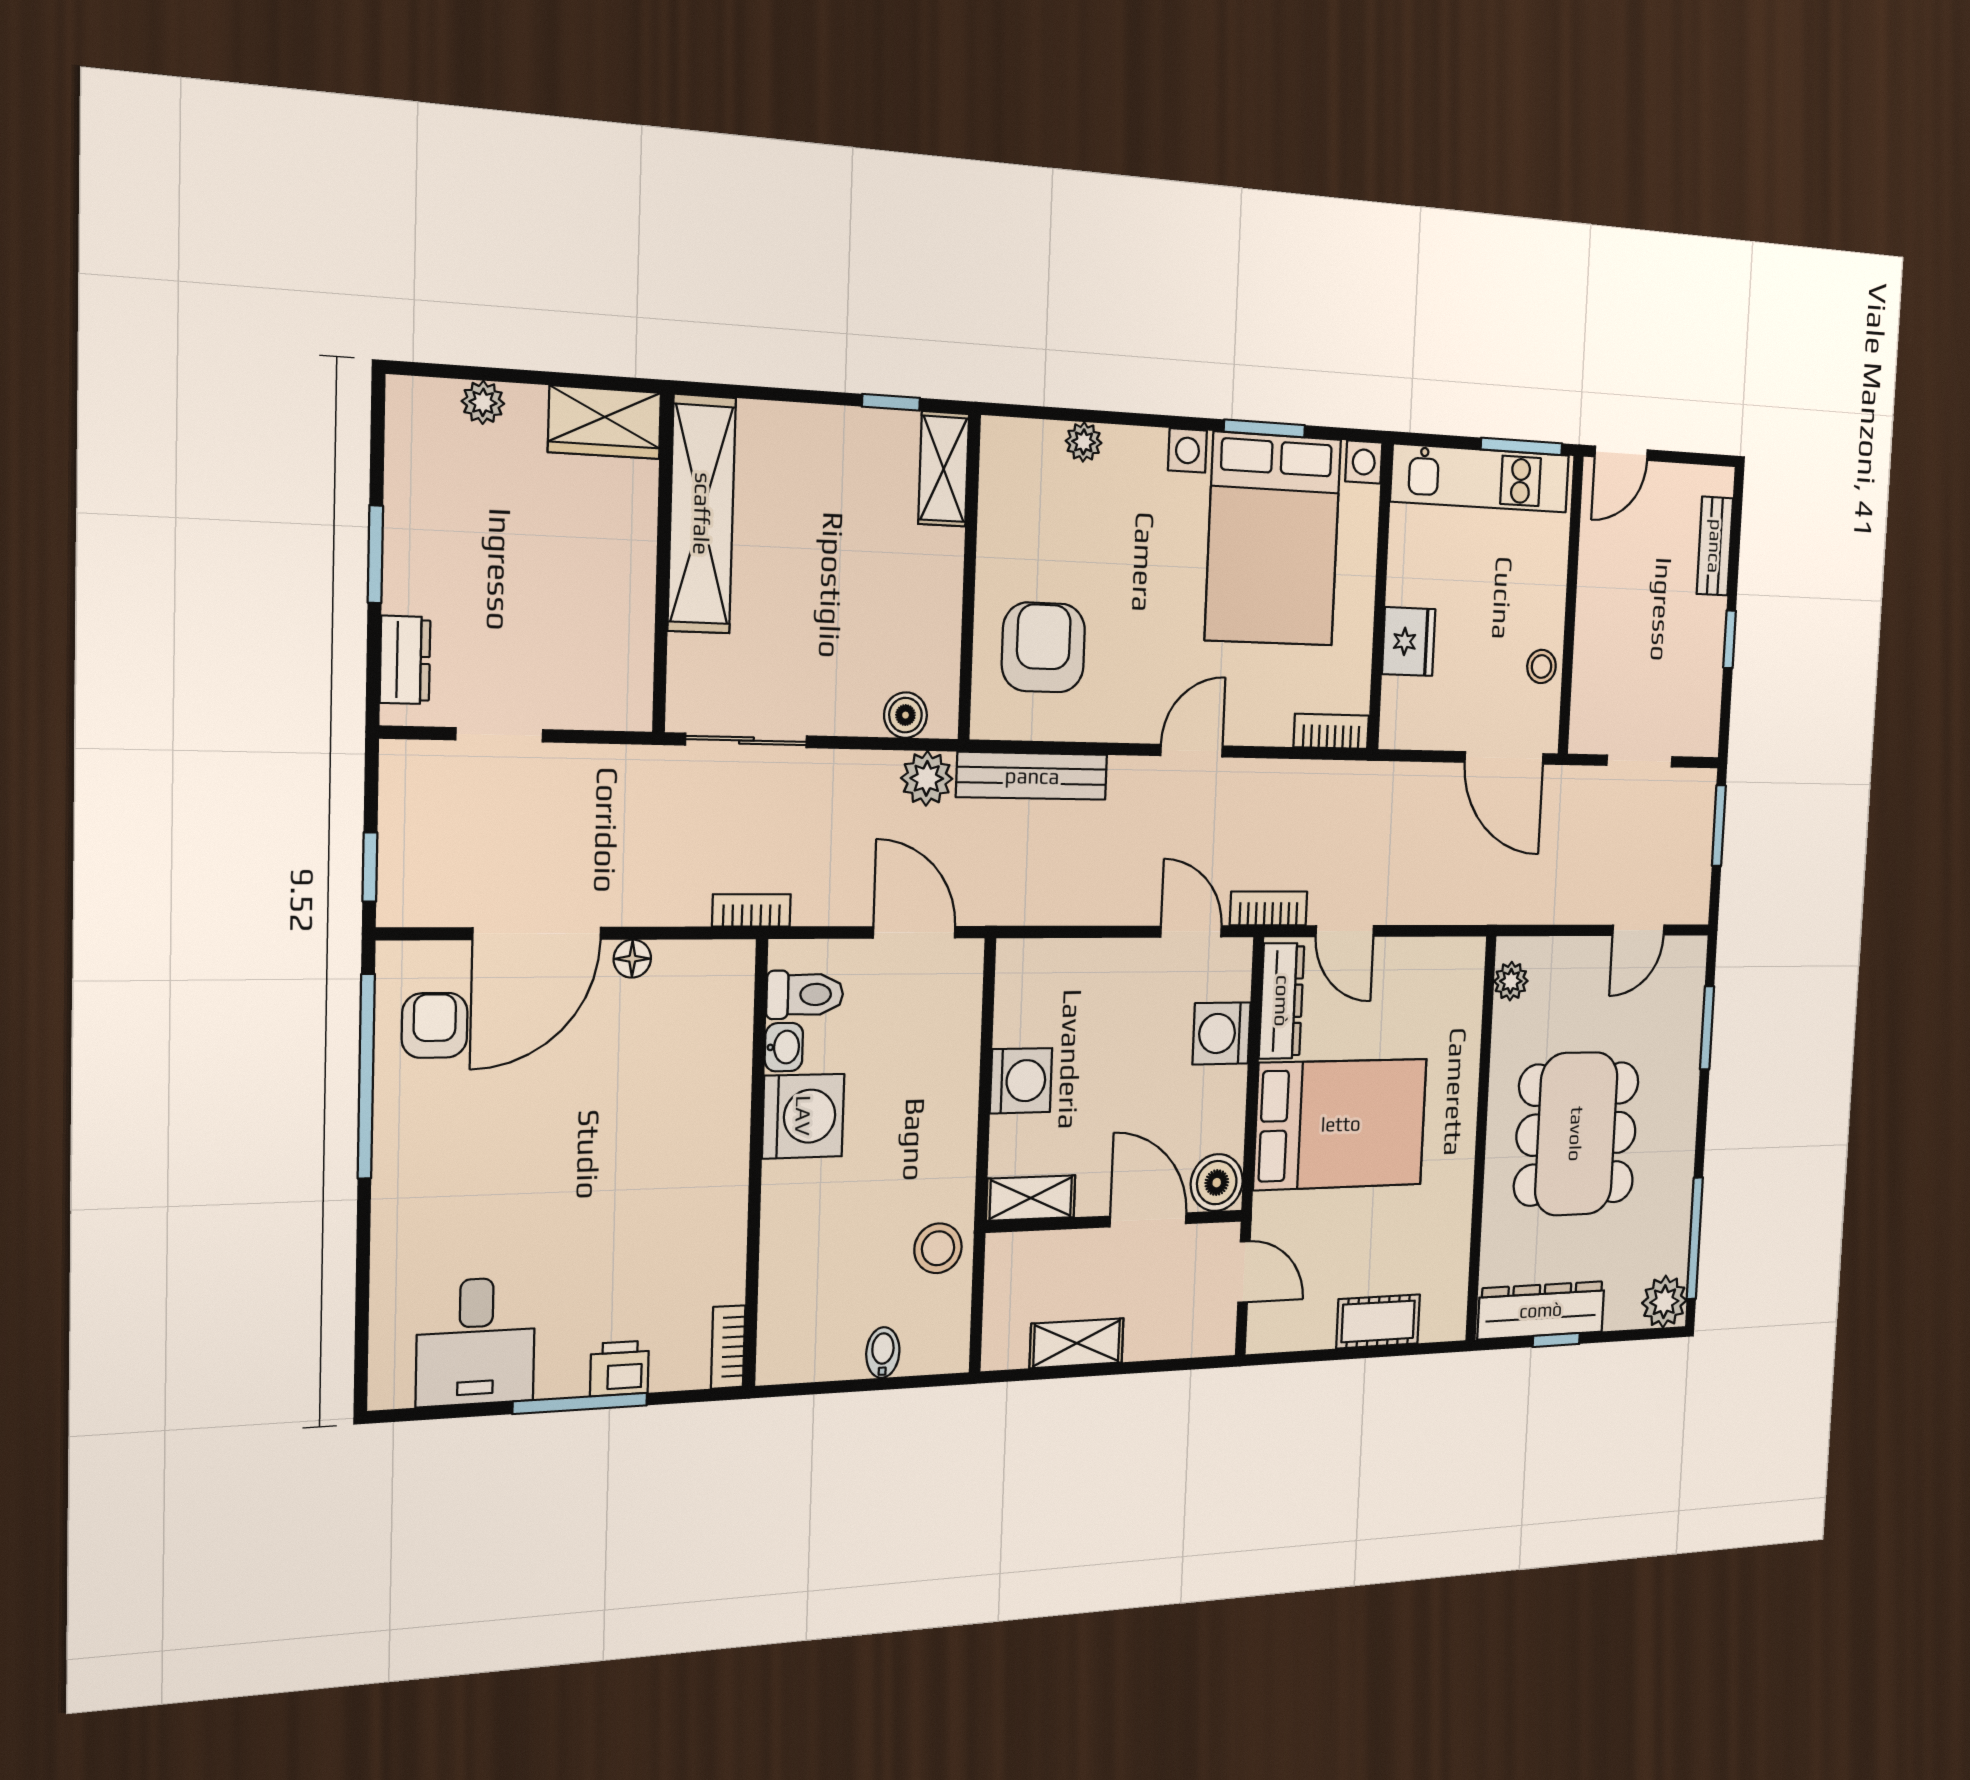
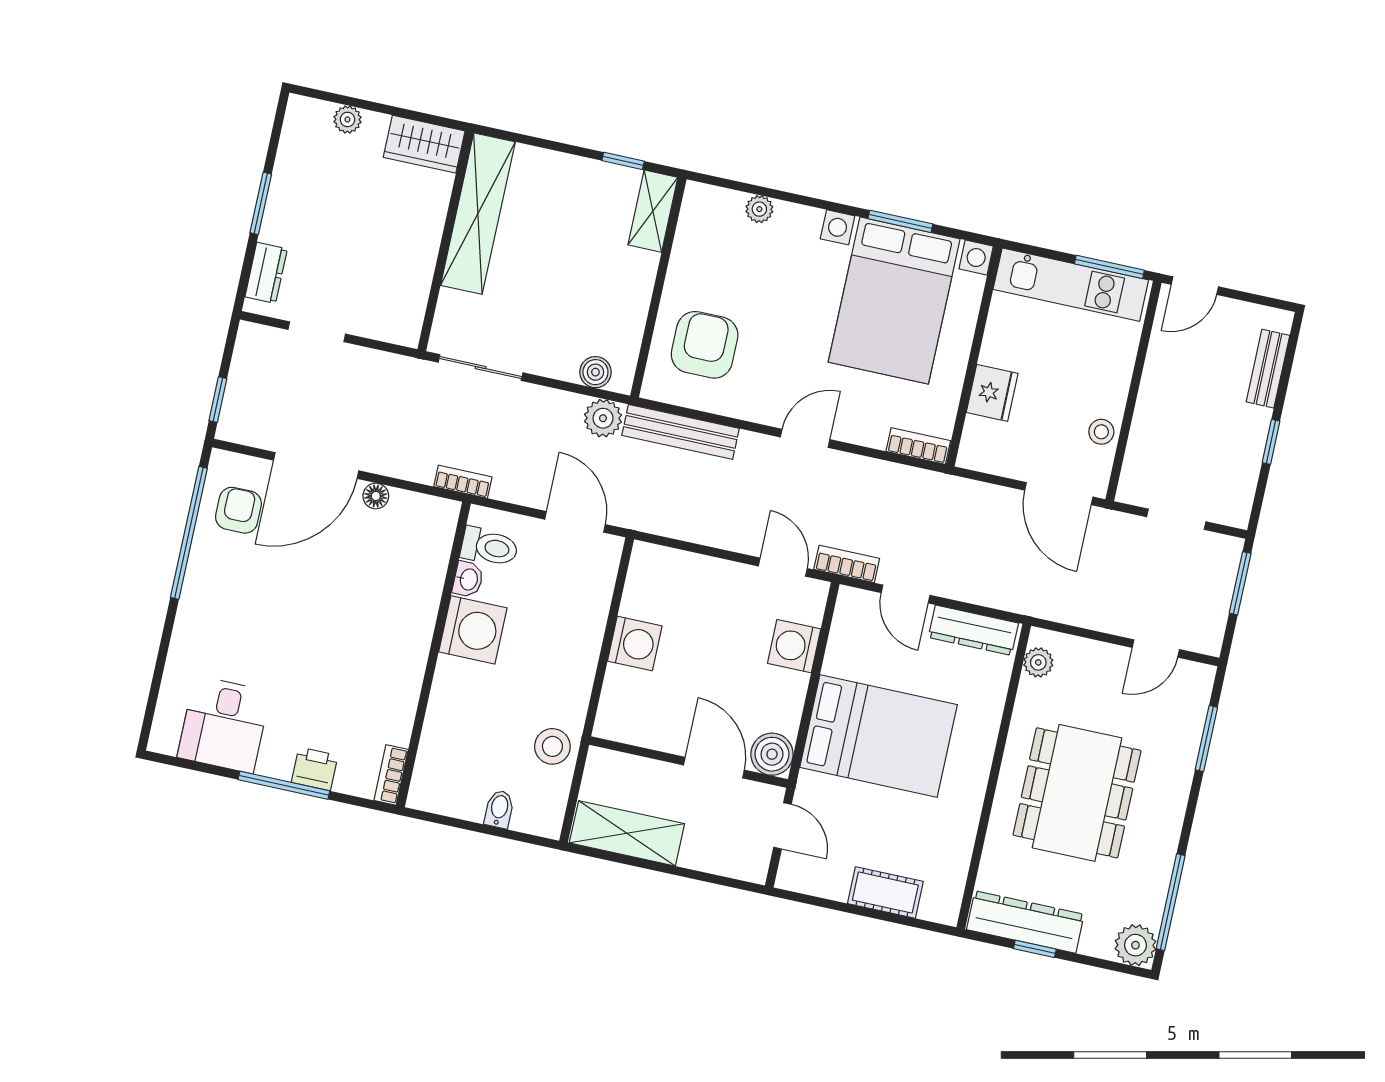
dresser: (1282, 1001) -> (973, 630), moved, turned 90
shelving: (1031, 1198) -> (627, 729), removed
shelving: (1077, 1343) -> (627, 833), width x1.50, depth x1.33

